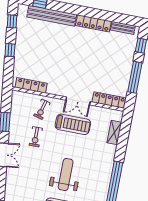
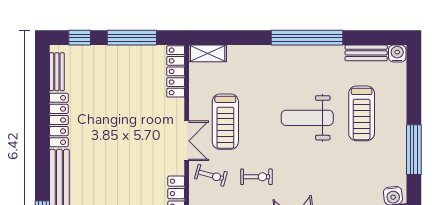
double door: (78, 101) -> (187, 141), moved
treadmill: (73, 124) -> (225, 122), turned 180
shelving: (114, 132) -> (208, 53), moved

